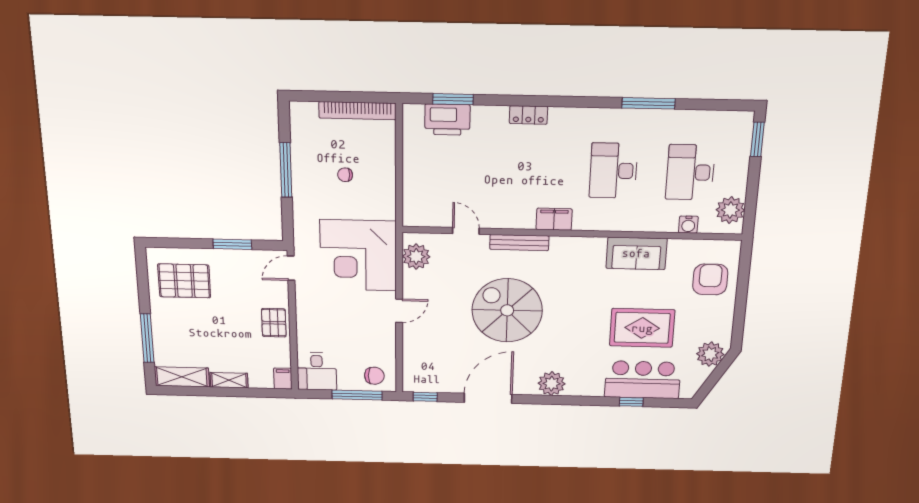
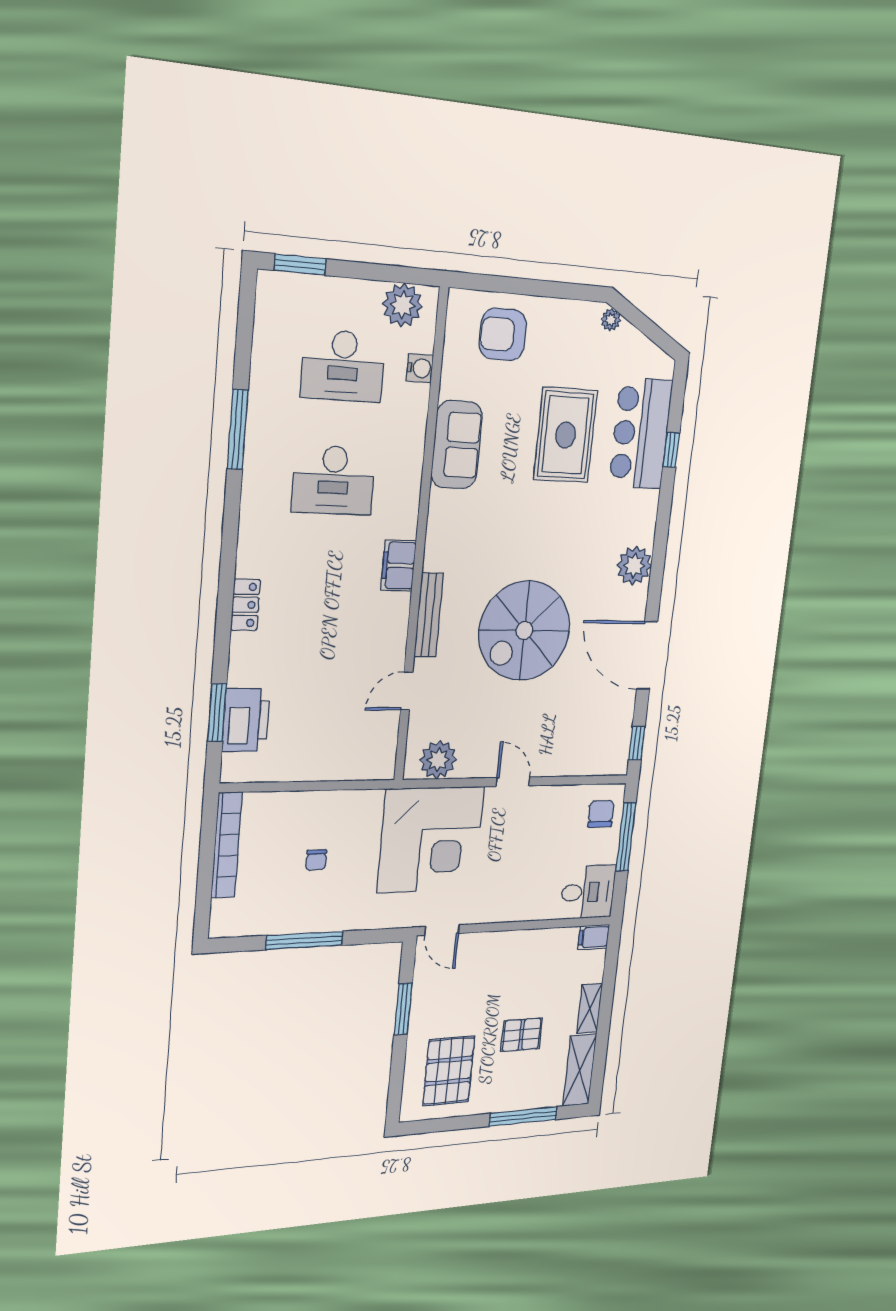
pallet: (274, 323) -> (522, 1035), moved
plant: (710, 354) -> (611, 320), width x0.53, depth x0.53

